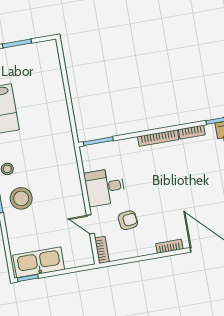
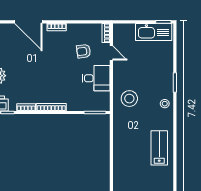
stool: (21, 198) -> (129, 99), moved

